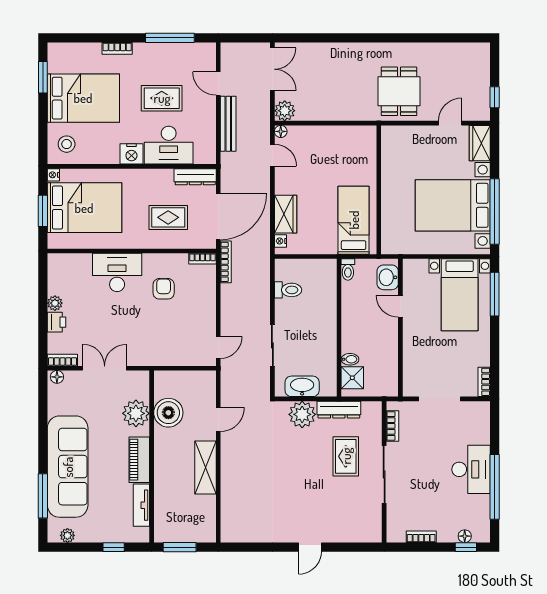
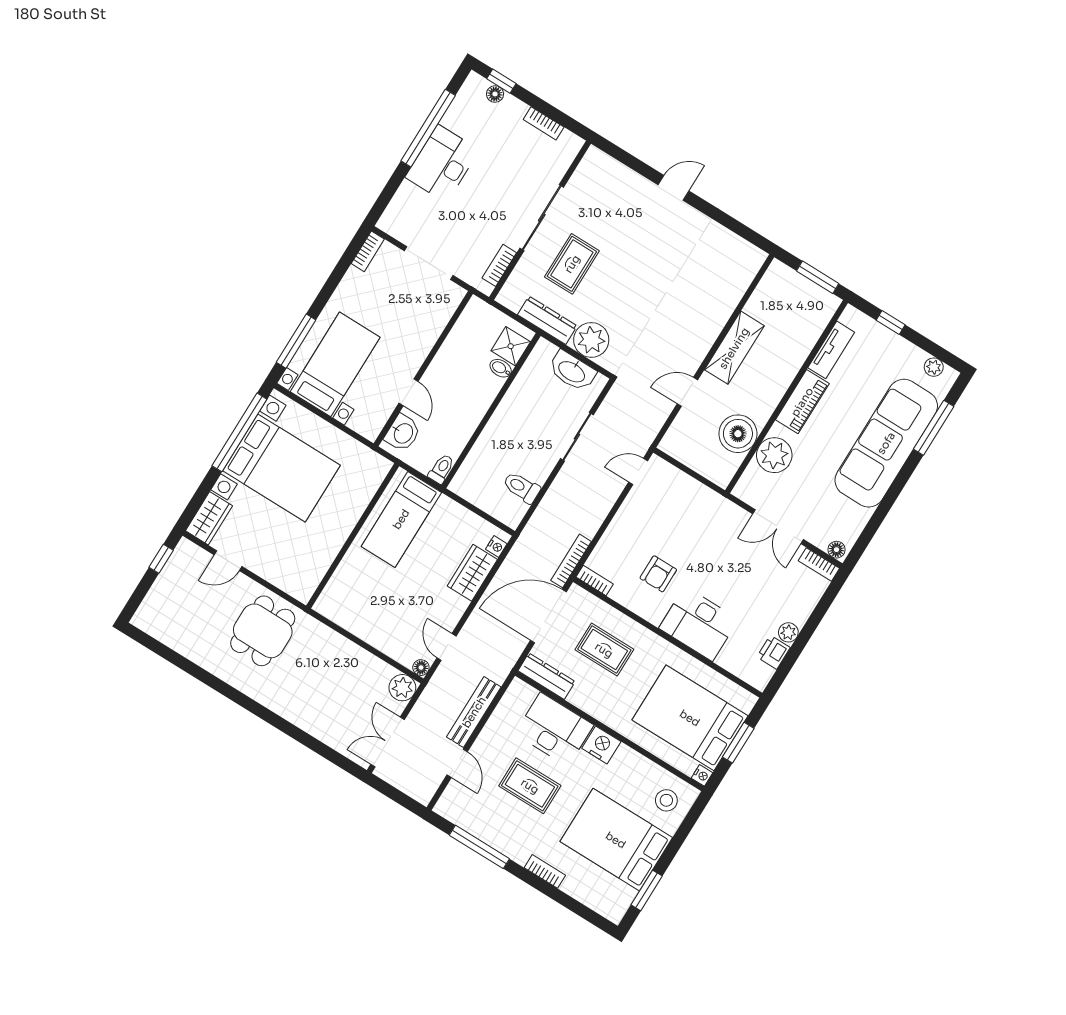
printer: (57, 322) -> (774, 652), moved

